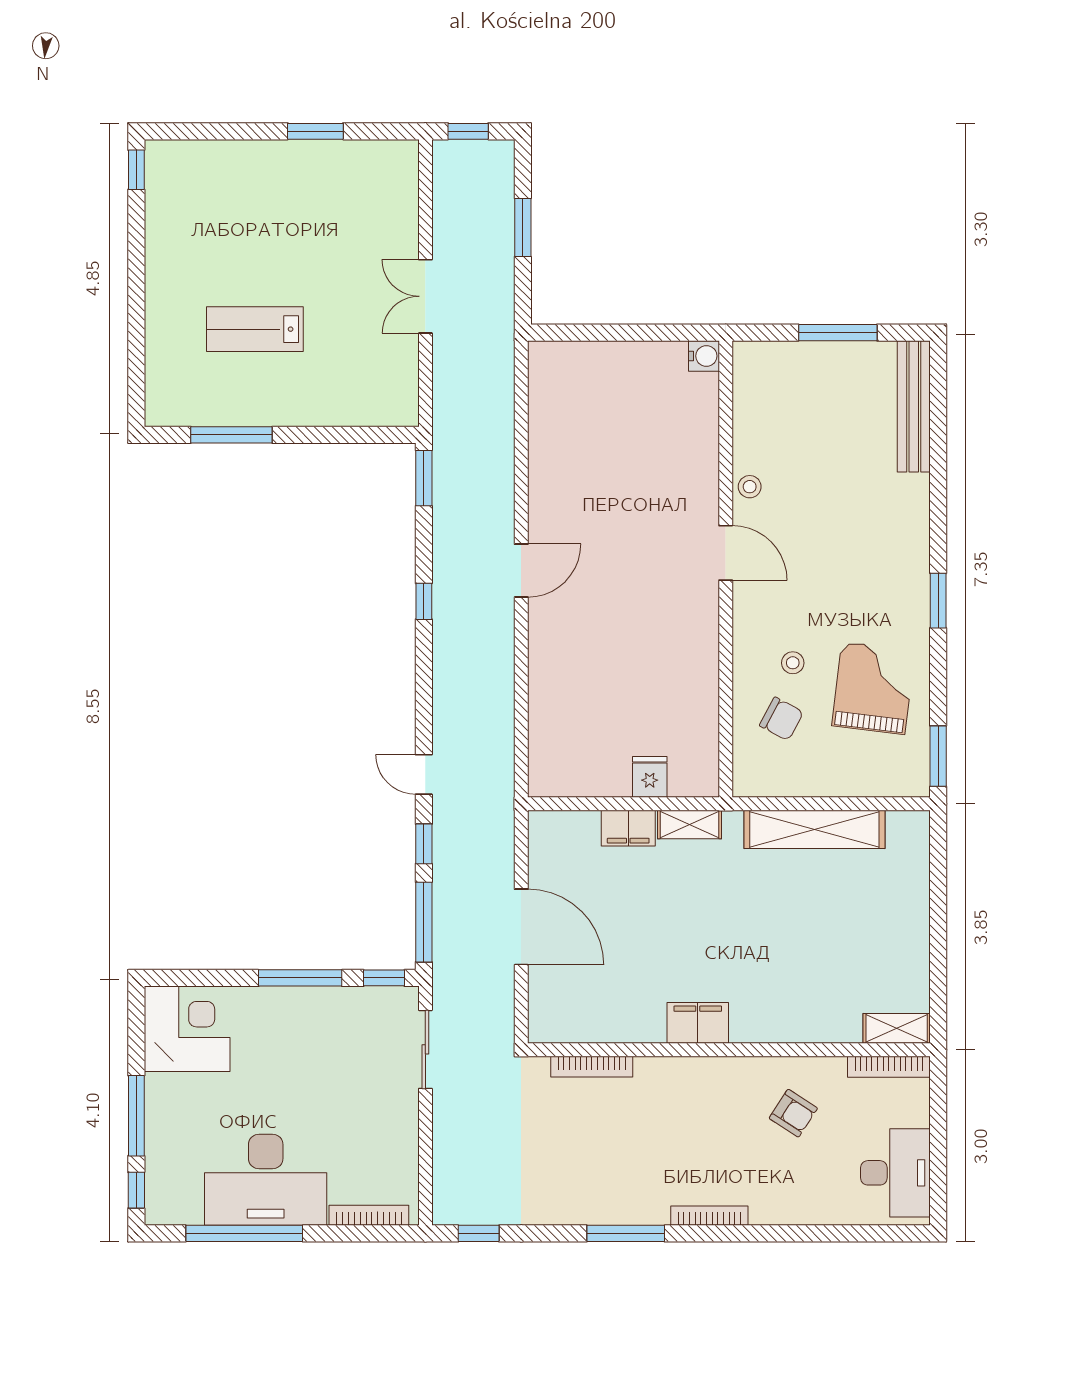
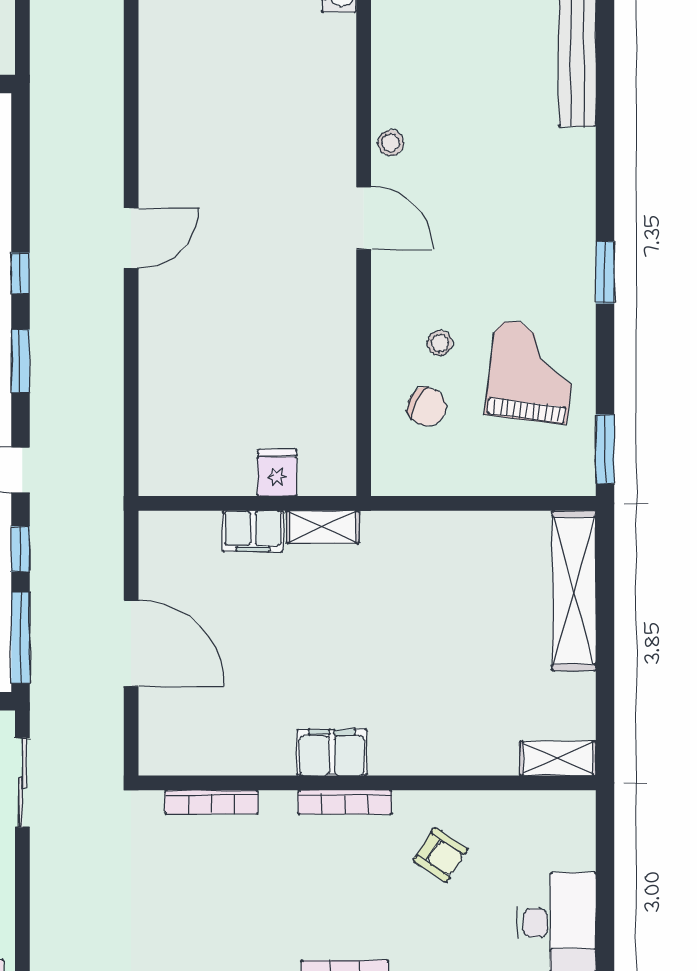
window: (424, 478) -> (20, 361), moved
shelving: (814, 829) -> (574, 591), moved, turned 90
bookcase: (889, 1067) -> (345, 802), moved

